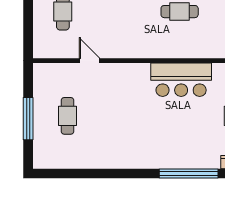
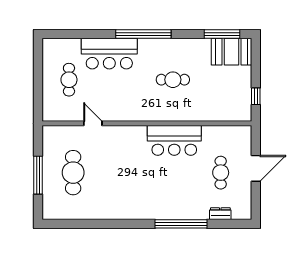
cafe table: (68, 116) -> (73, 173), width x1.37, depth x1.35

